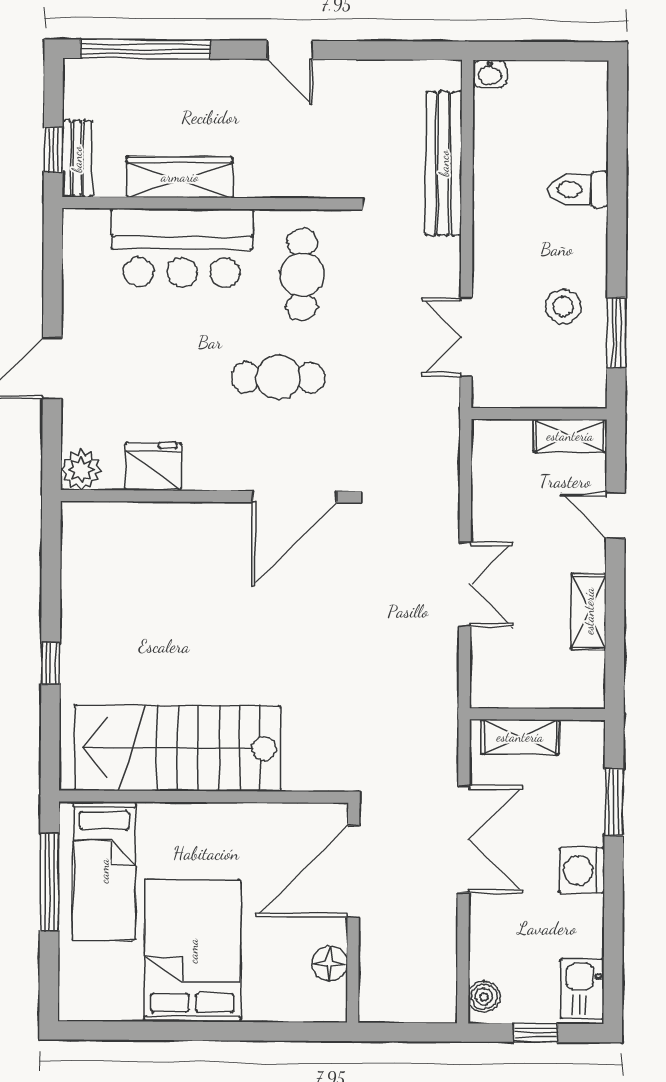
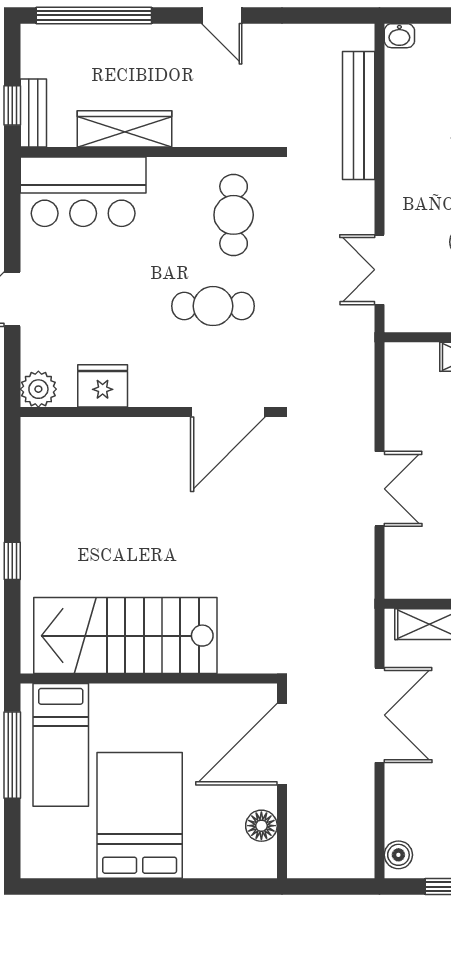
bar counter: (182, 248) -> (83, 192), moved

